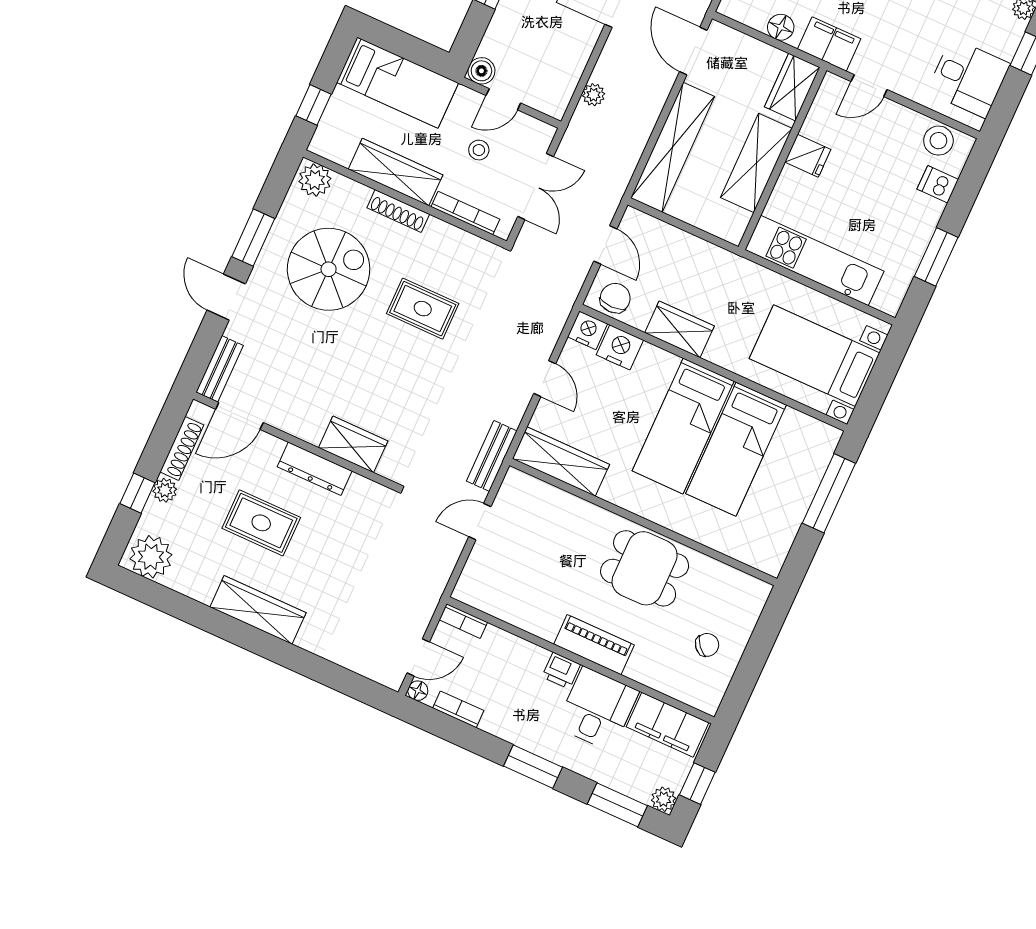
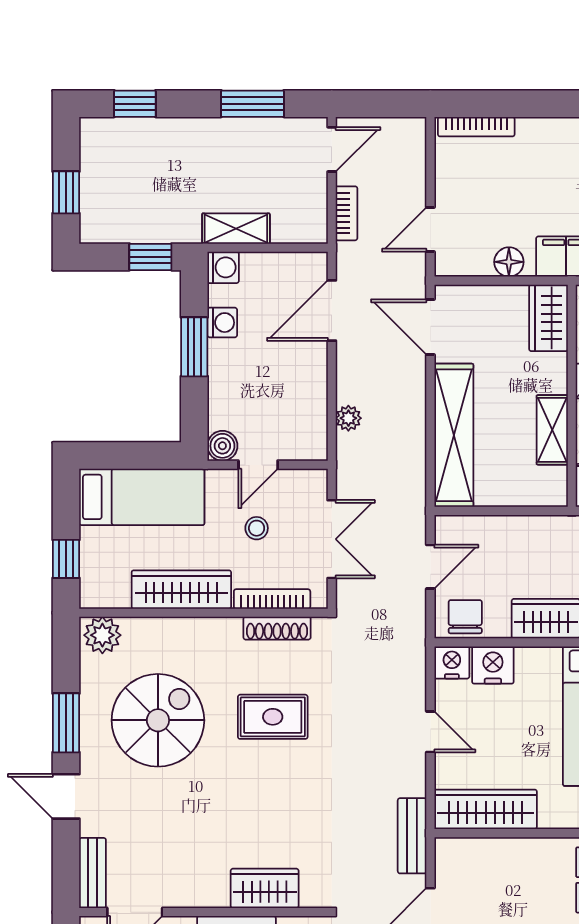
shelving: (756, 163) -> (552, 430), width x0.67, depth x0.75
shoe rack: (398, 211) -> (277, 628), moved
door: (605, 245) -> (430, 567), hinge flipped

